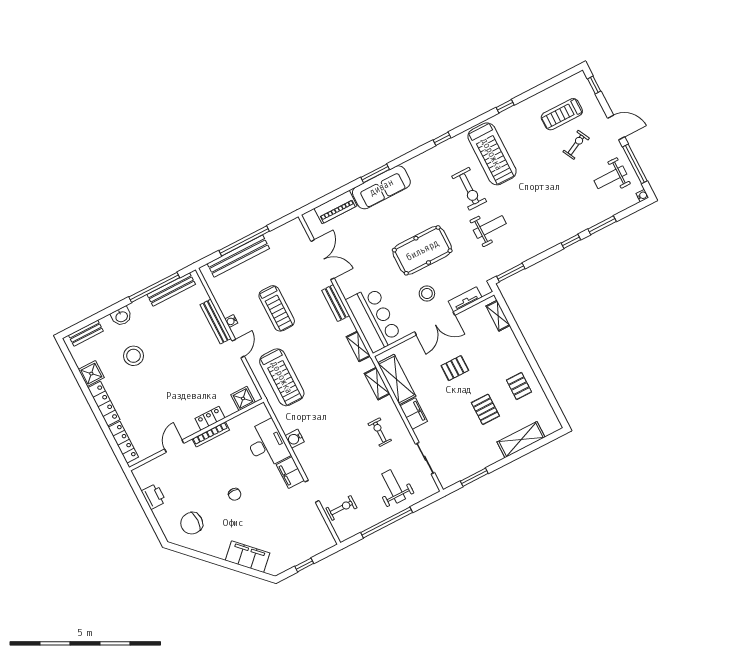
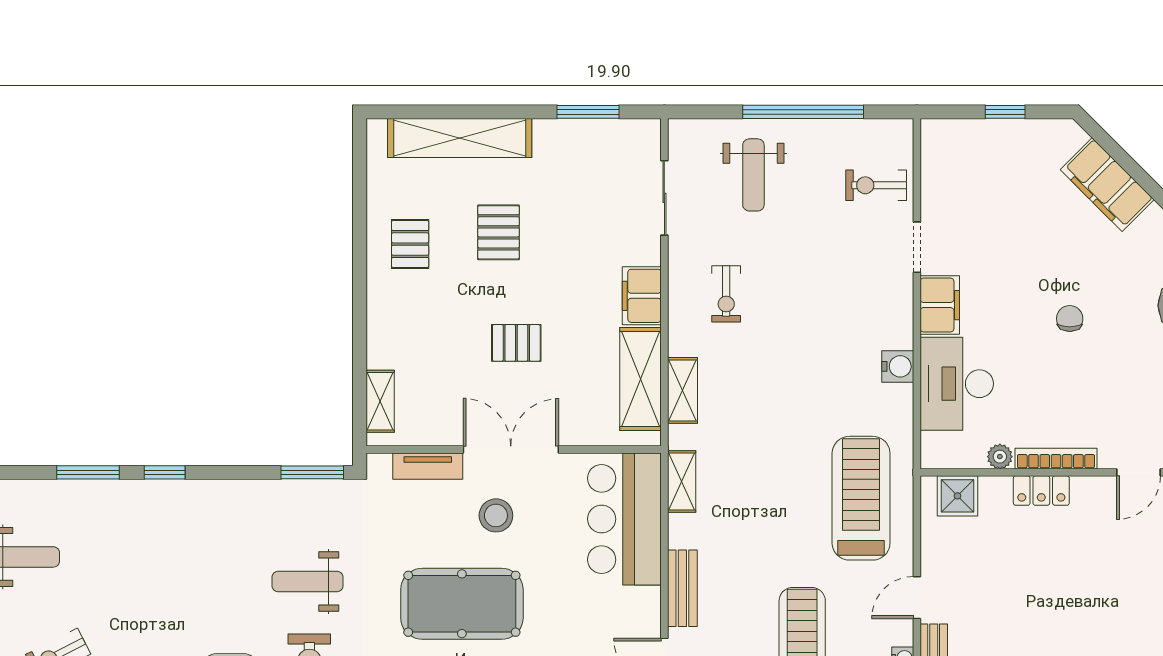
plant: (234, 423) -> (1000, 457), added
shelving: (521, 440) -> (460, 138), width x1.47

